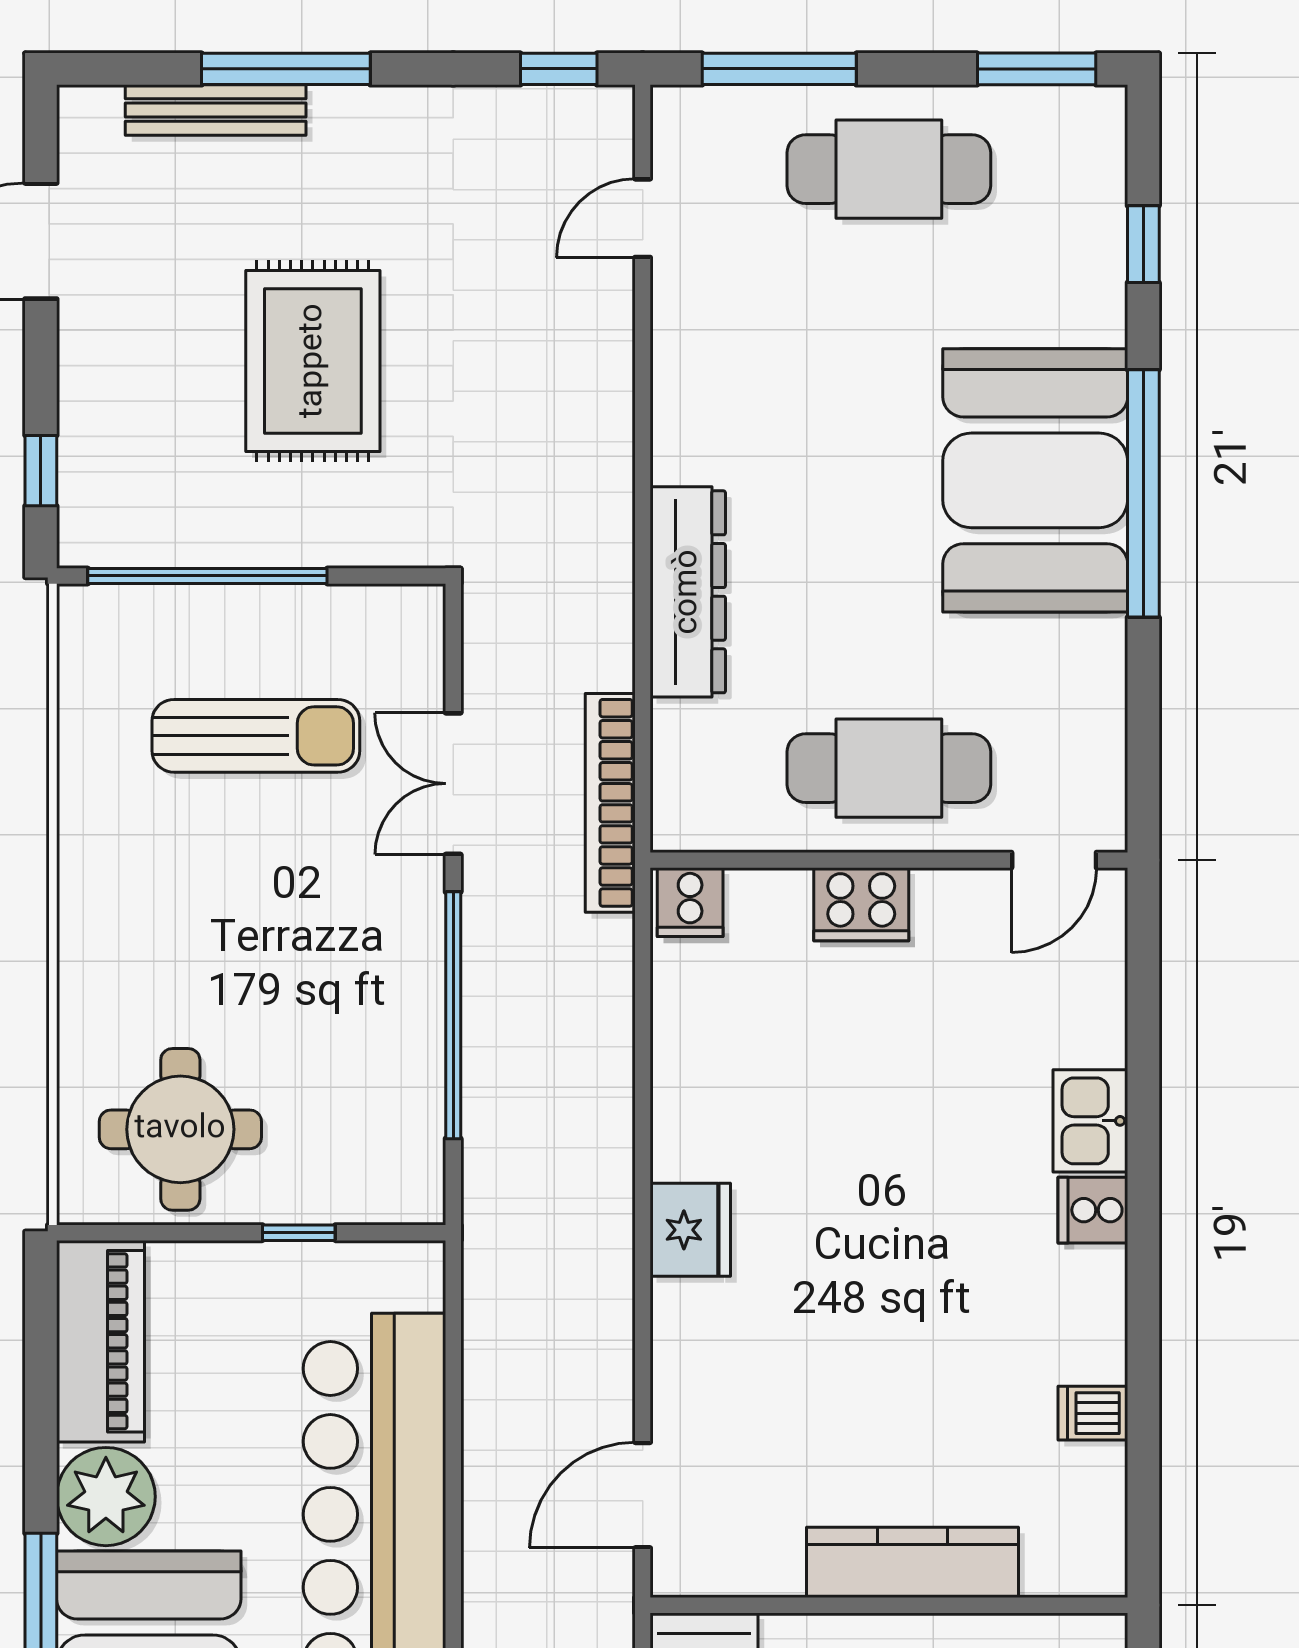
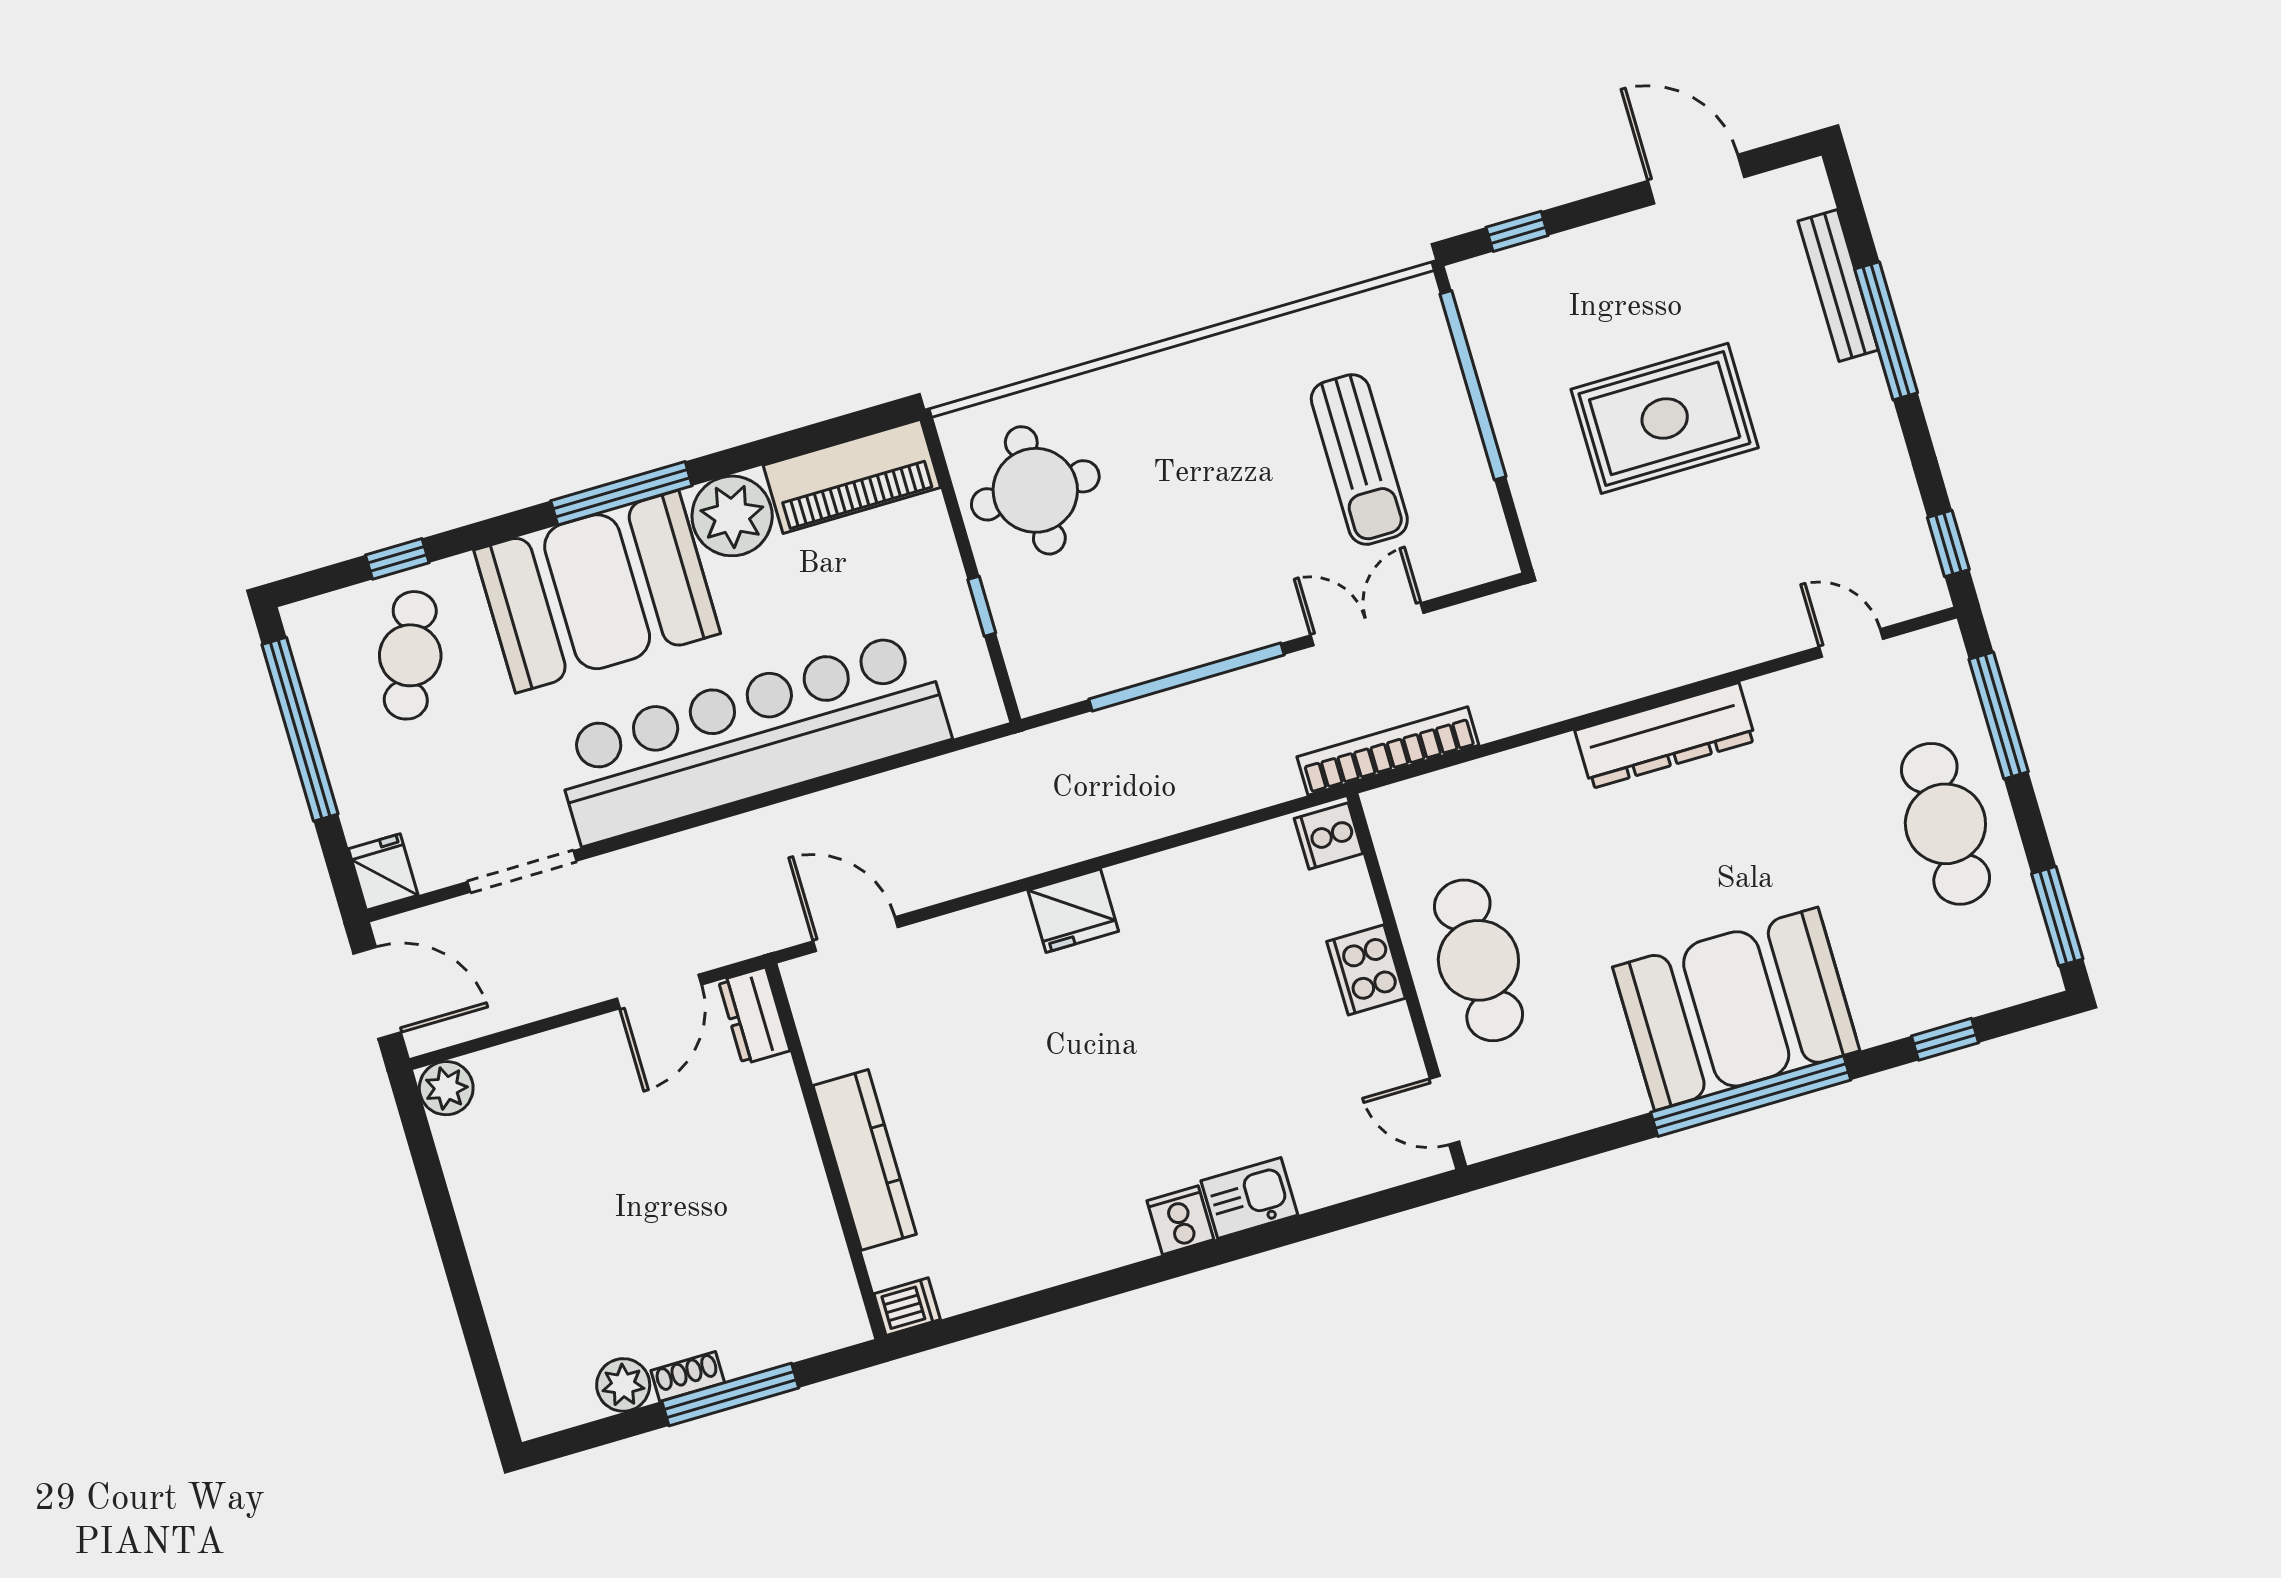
dresser: (688, 592) -> (1665, 736), moved
dishwasher: (1093, 1413) -> (907, 1307), moved, turned 90

